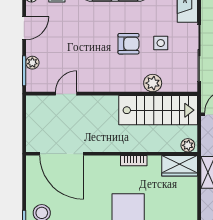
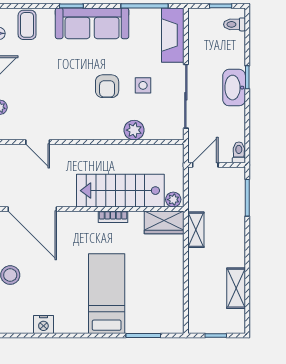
armchair: (129, 44) -> (107, 86), turned 90
door: (66, 94) -> (38, 142), swing flipped
stairs: (158, 110) -> (120, 191), moved, turned 180

